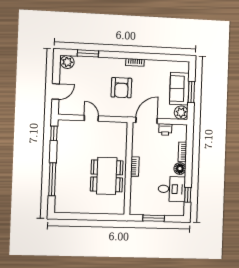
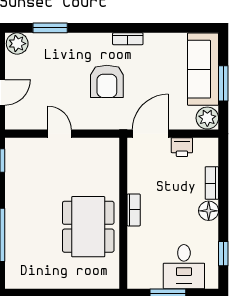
sofa: (179, 89) -> (203, 69), width x1.36
desk: (172, 189) -> (184, 267), moved, turned 90

